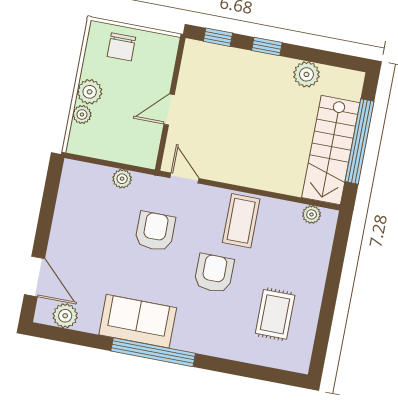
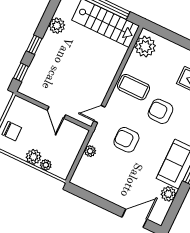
plant: (312, 214) -> (145, 47), width x1.87, depth x1.87
plant: (65, 316) -> (168, 194), moved

